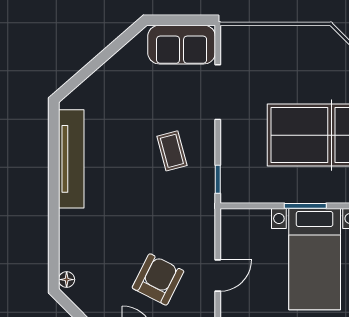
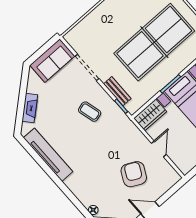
fireplace: (100, 80) -> (30, 108), added
bench: (230, 156) -> (117, 91), added
wardrobe: (245, 223) -> (150, 115), added

